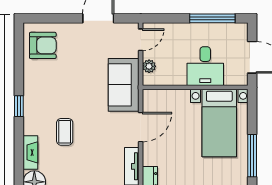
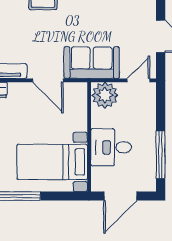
door: (141, 40) -> (138, 80), swing flipped
plant: (149, 66) -> (105, 95), width x1.88, depth x1.88

